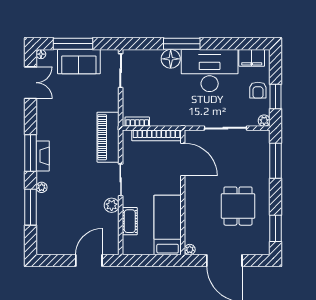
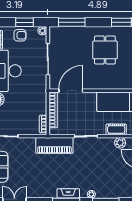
plant: (112, 205) -> (120, 143), moved
dining table: (238, 206) -> (105, 50), turned 90

